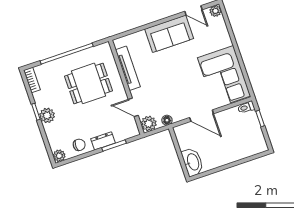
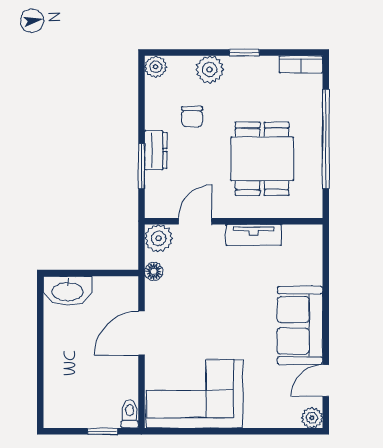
tv unit: (128, 68) -> (254, 235), width x0.71
plant: (47, 115) -> (210, 69), moved
chair: (79, 145) -> (192, 117), moved

